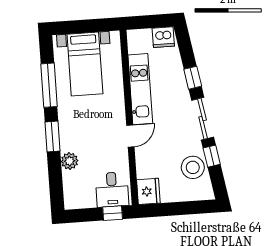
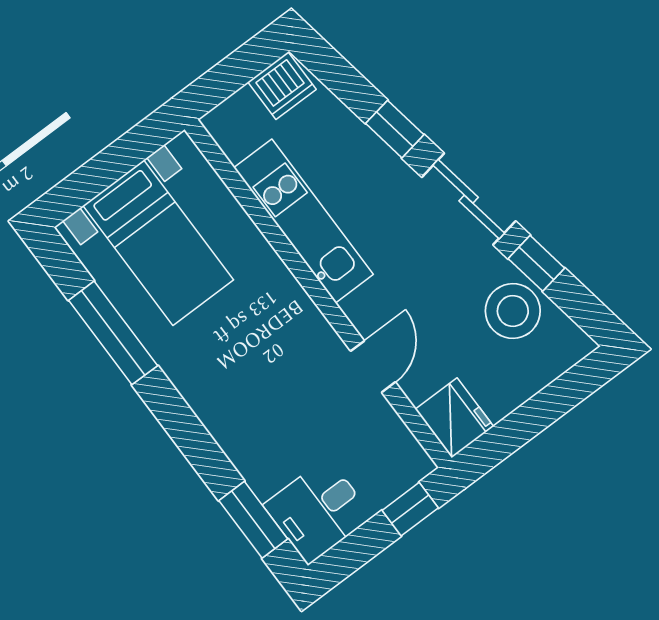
door: (130, 136) -> (373, 367), moved
window: (53, 137) -> (253, 520), moved
plant: (70, 161) -> (254, 460), removed
desk: (112, 190) -> (318, 511), moved, turned 90

